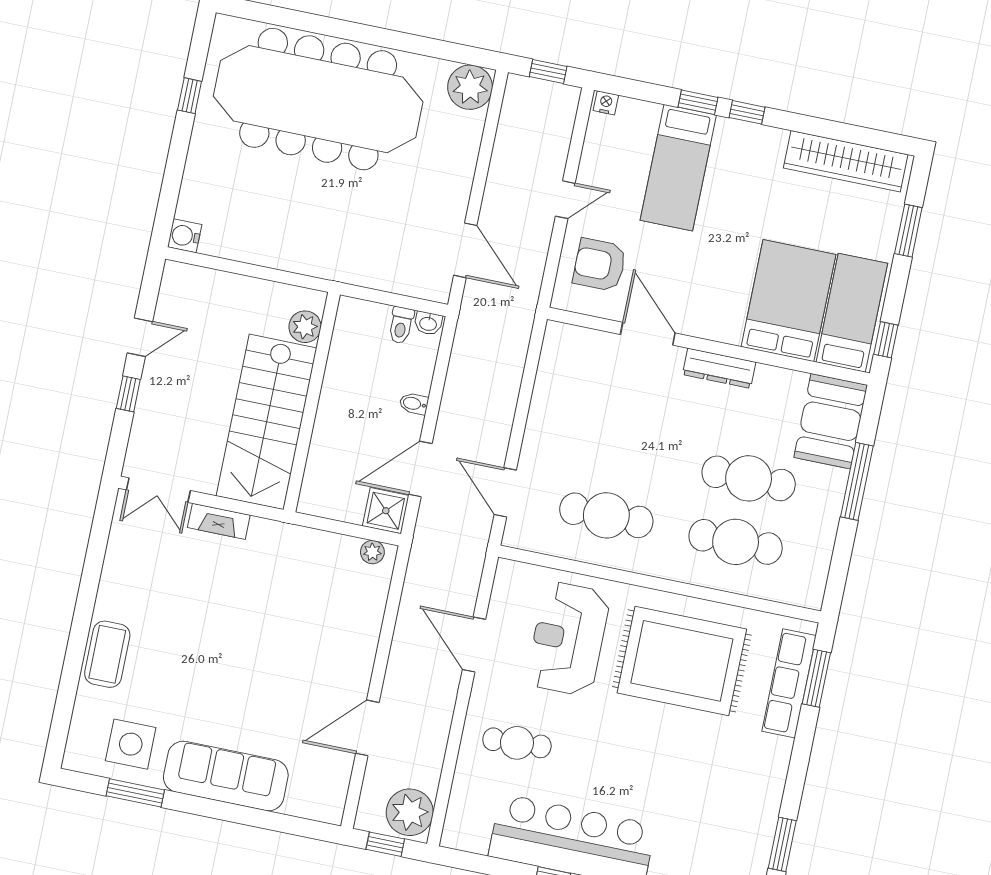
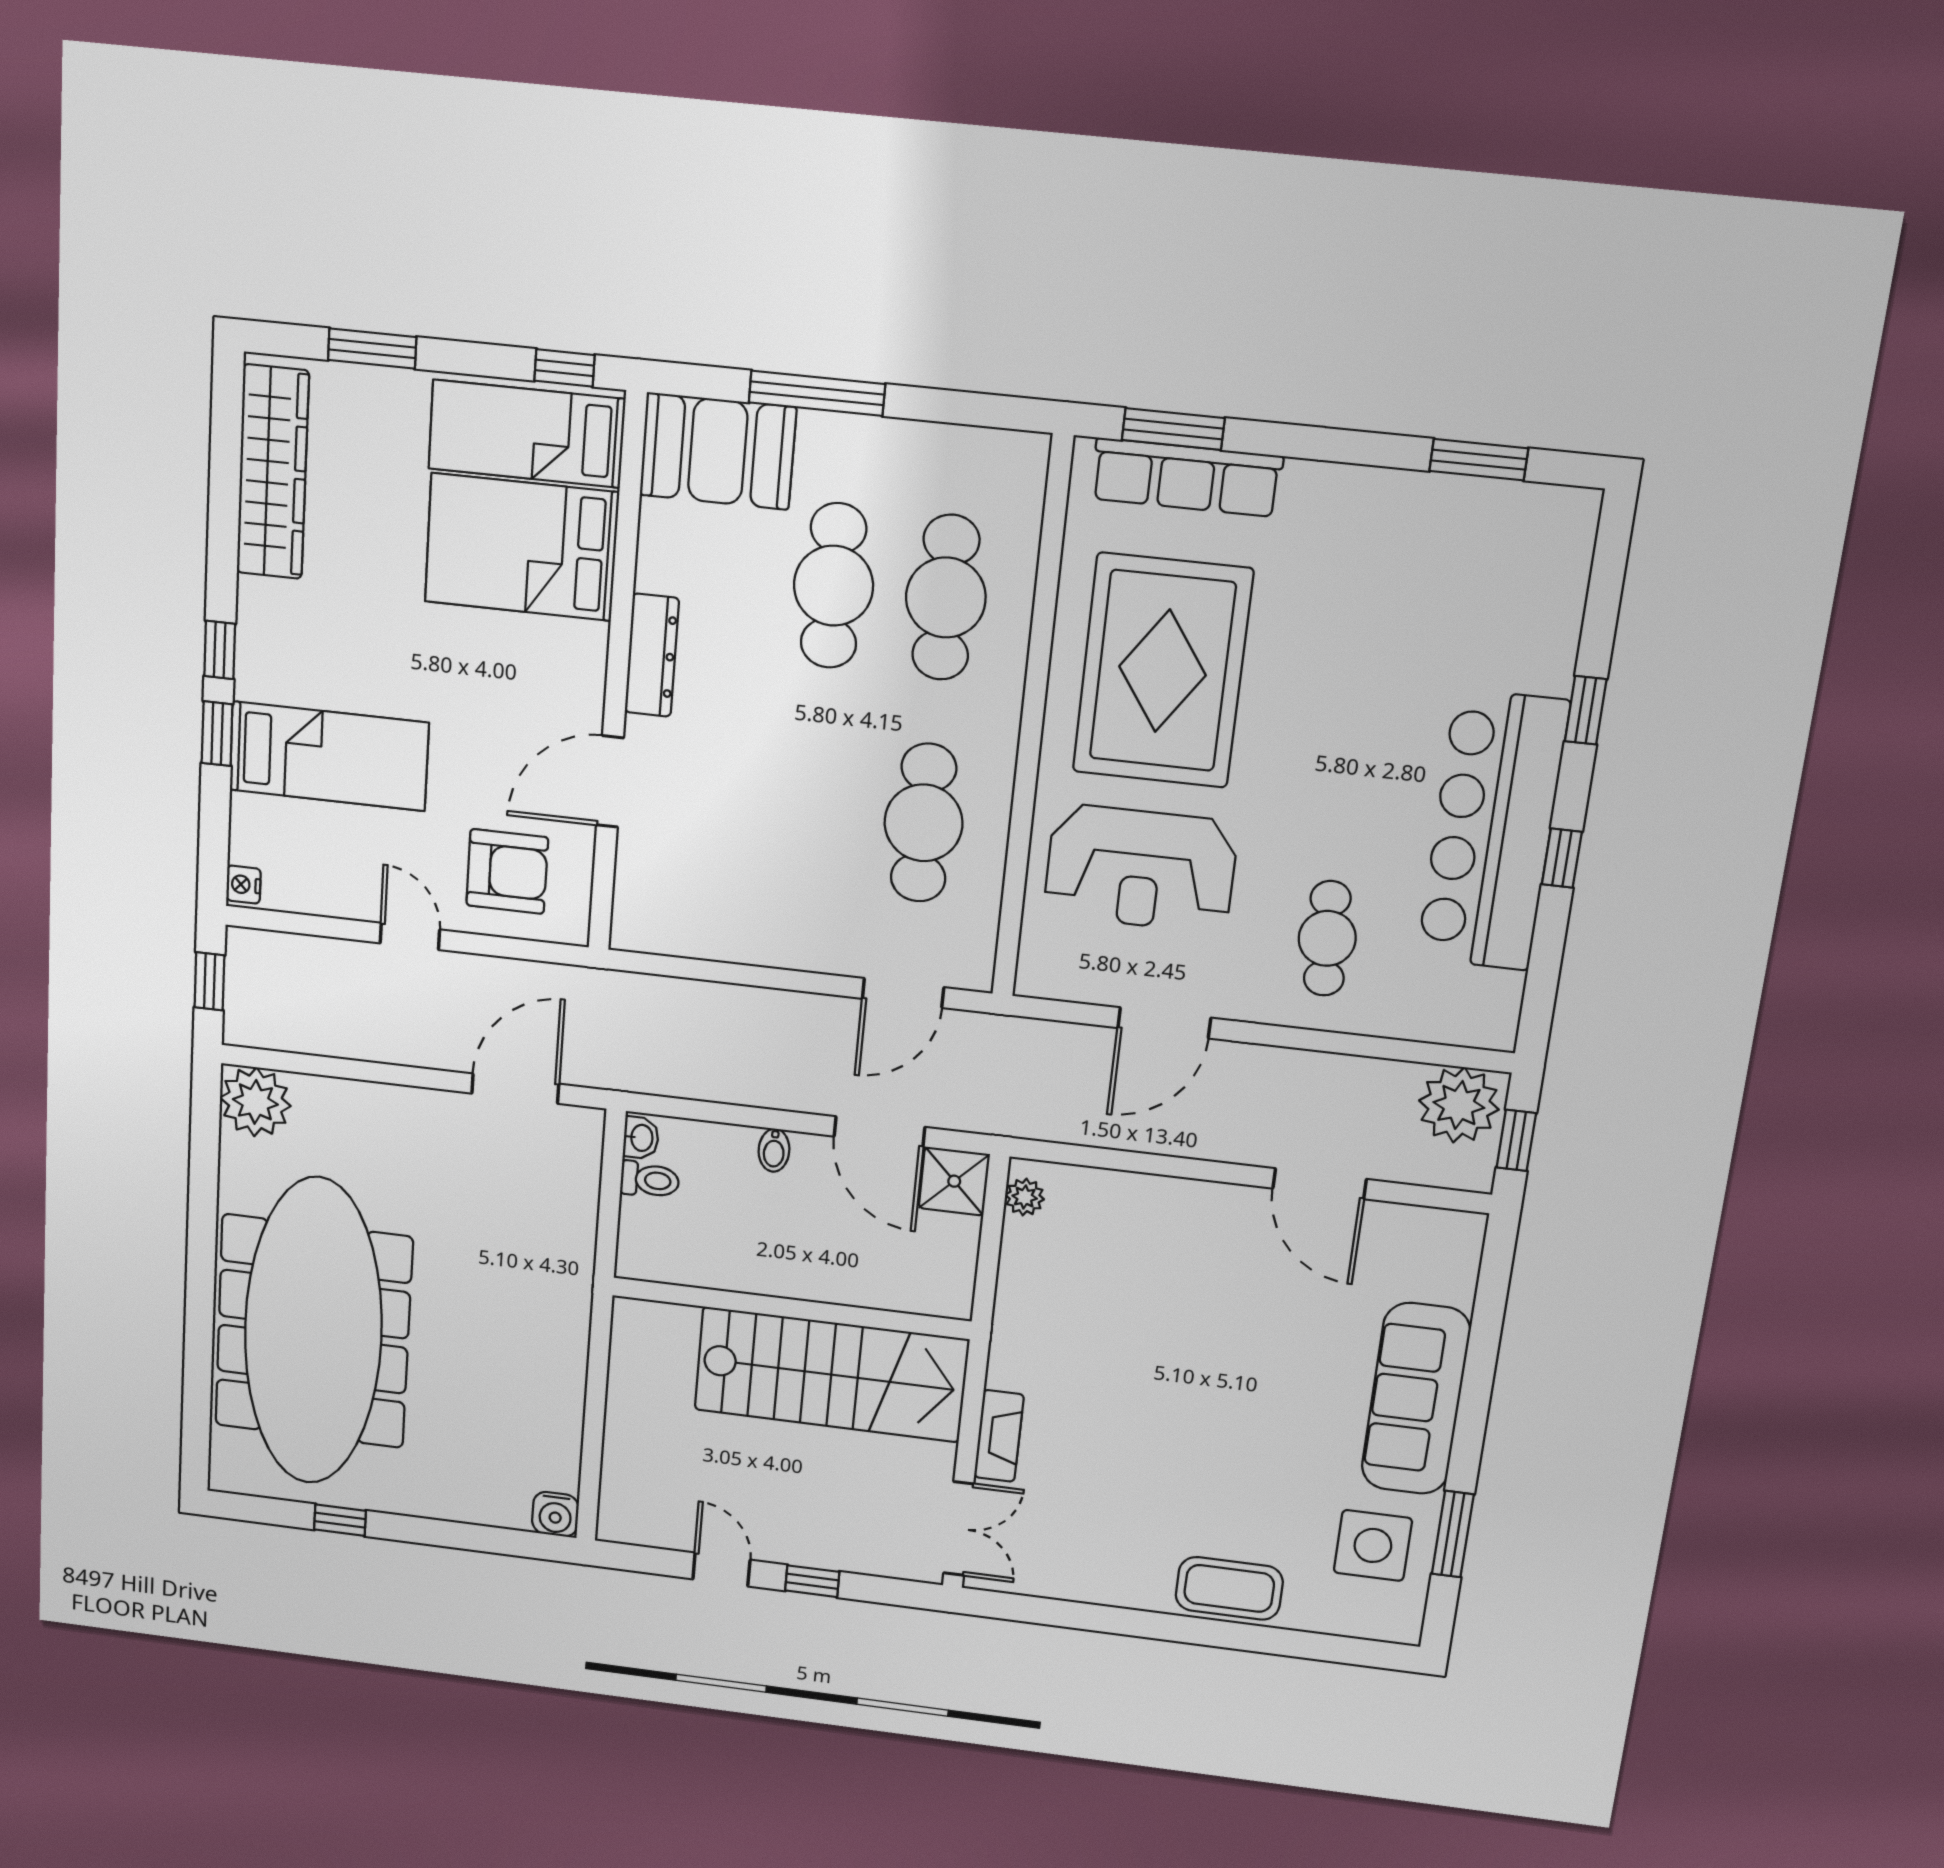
armchair: (600, 265) -> (507, 871), turned -90
plant: (305, 327) -> (672, 1327), removed

